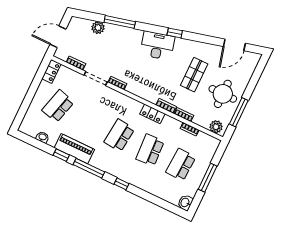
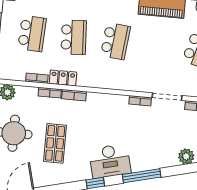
window: (120, 22) -> (142, 176), moved
locker: (152, 114) -> (63, 78), moved

